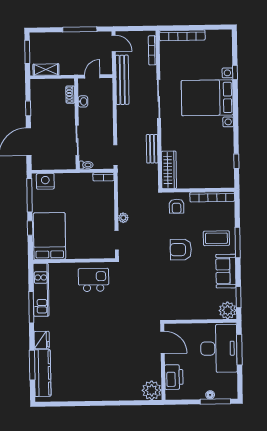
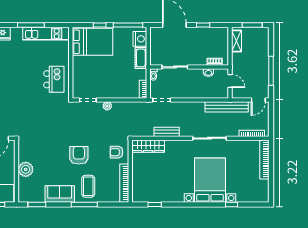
cot: (67, 180) -> (141, 58), added
plant: (228, 310) -> (26, 169), moved

